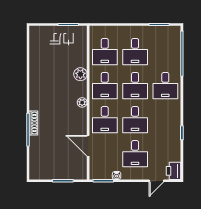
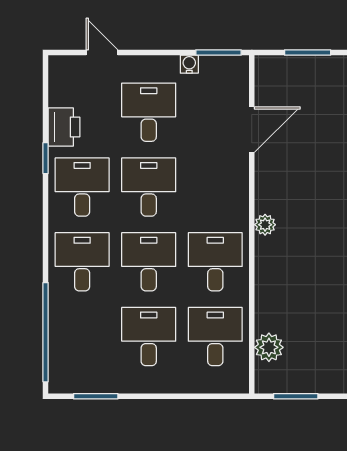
plant: (80, 74) -> (269, 347), moved
desk: (105, 120) -> (82, 187), moved
door: (88, 146) -> (252, 130), hinge flipped
printer: (174, 171) -> (64, 127), moved
door: (156, 181) -> (102, 53), hinge flipped

